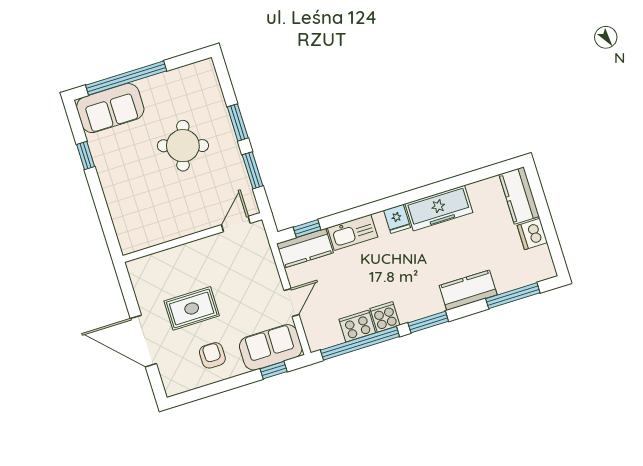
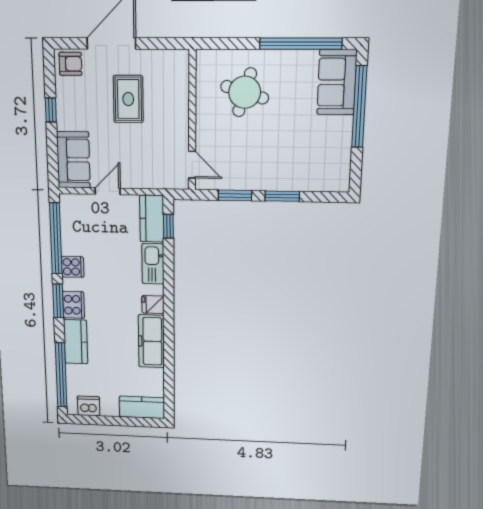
round table: (183, 146) -> (245, 92), moved
window: (86, 155) -> (301, 44), width x3.17
dishwasher: (532, 234) -> (89, 406), moved
window: (513, 296) -> (61, 375), width x1.46
door: (292, 303) -> (108, 191), swing flipped
cooker: (357, 326) -> (73, 305), moved
armchair: (212, 355) -> (70, 64), moved
window: (274, 370) -> (51, 110), moved

